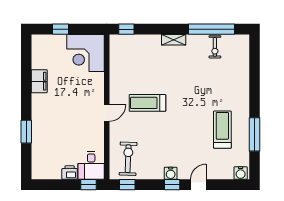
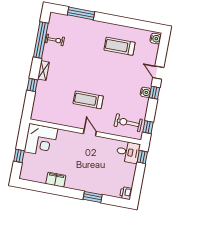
window: (126, 29) -> (32, 85), moved
treadmill: (147, 103) -> (88, 100), turned 90
window: (254, 134) -> (81, 13), moved
printer: (70, 173) -> (126, 193), moved

